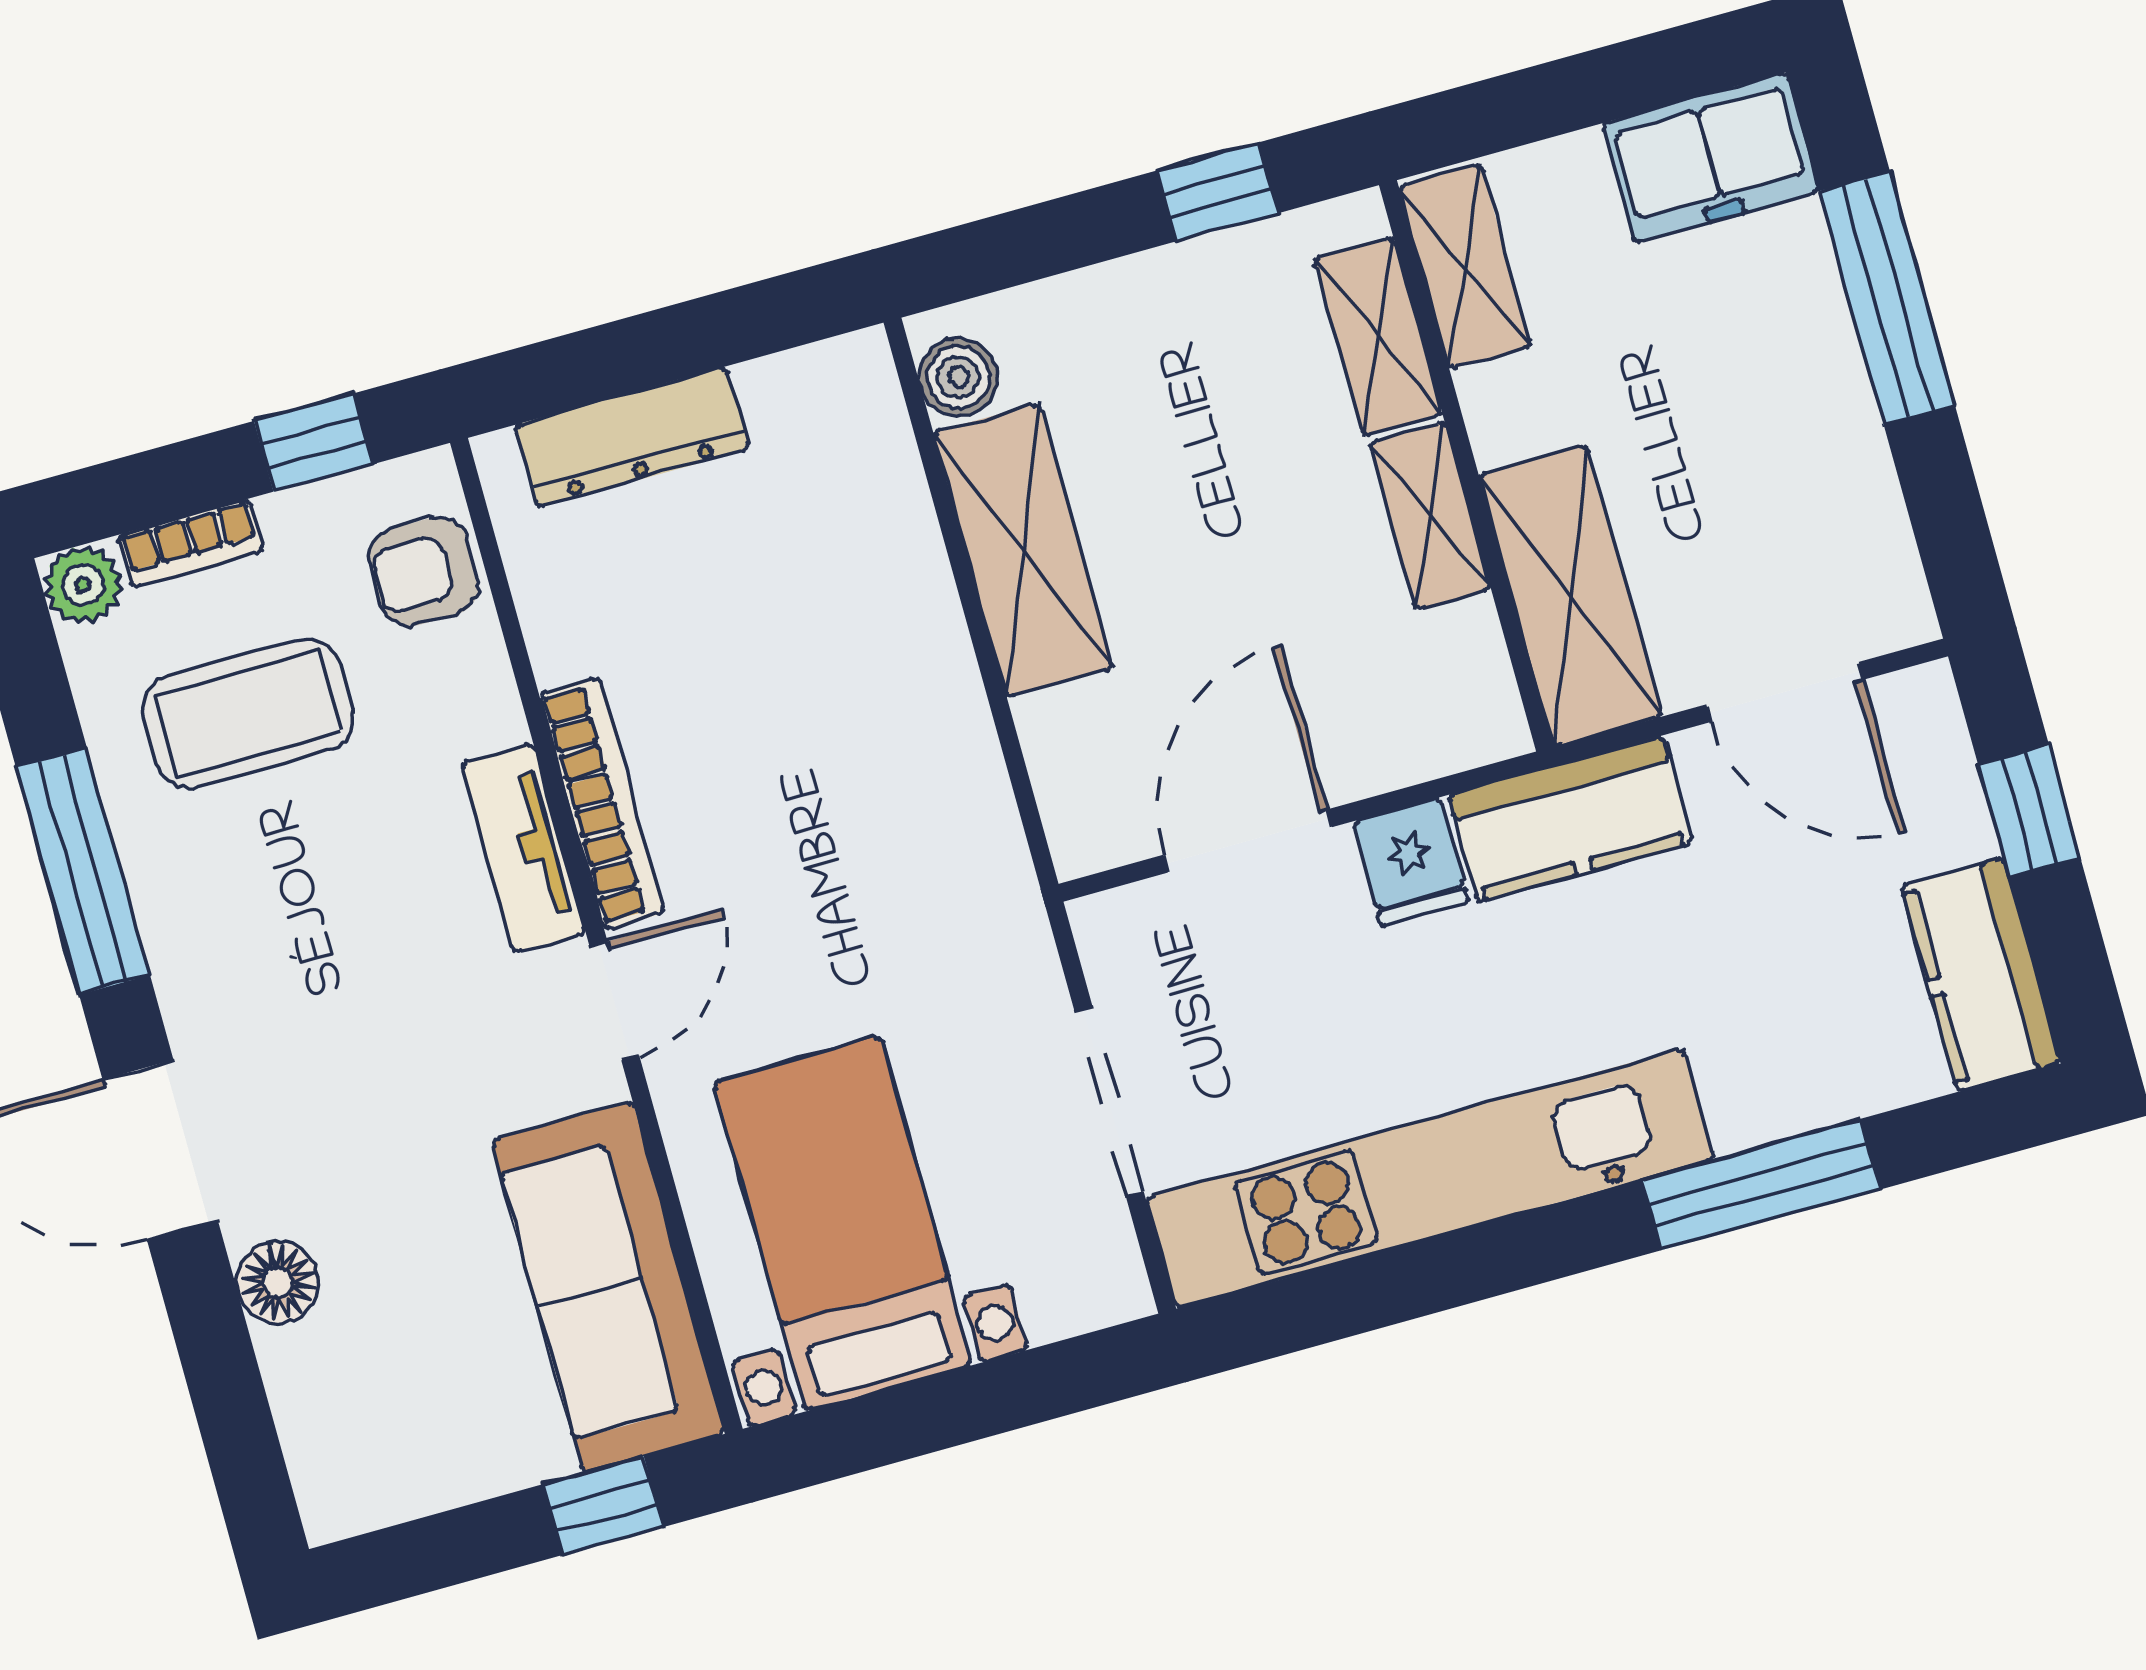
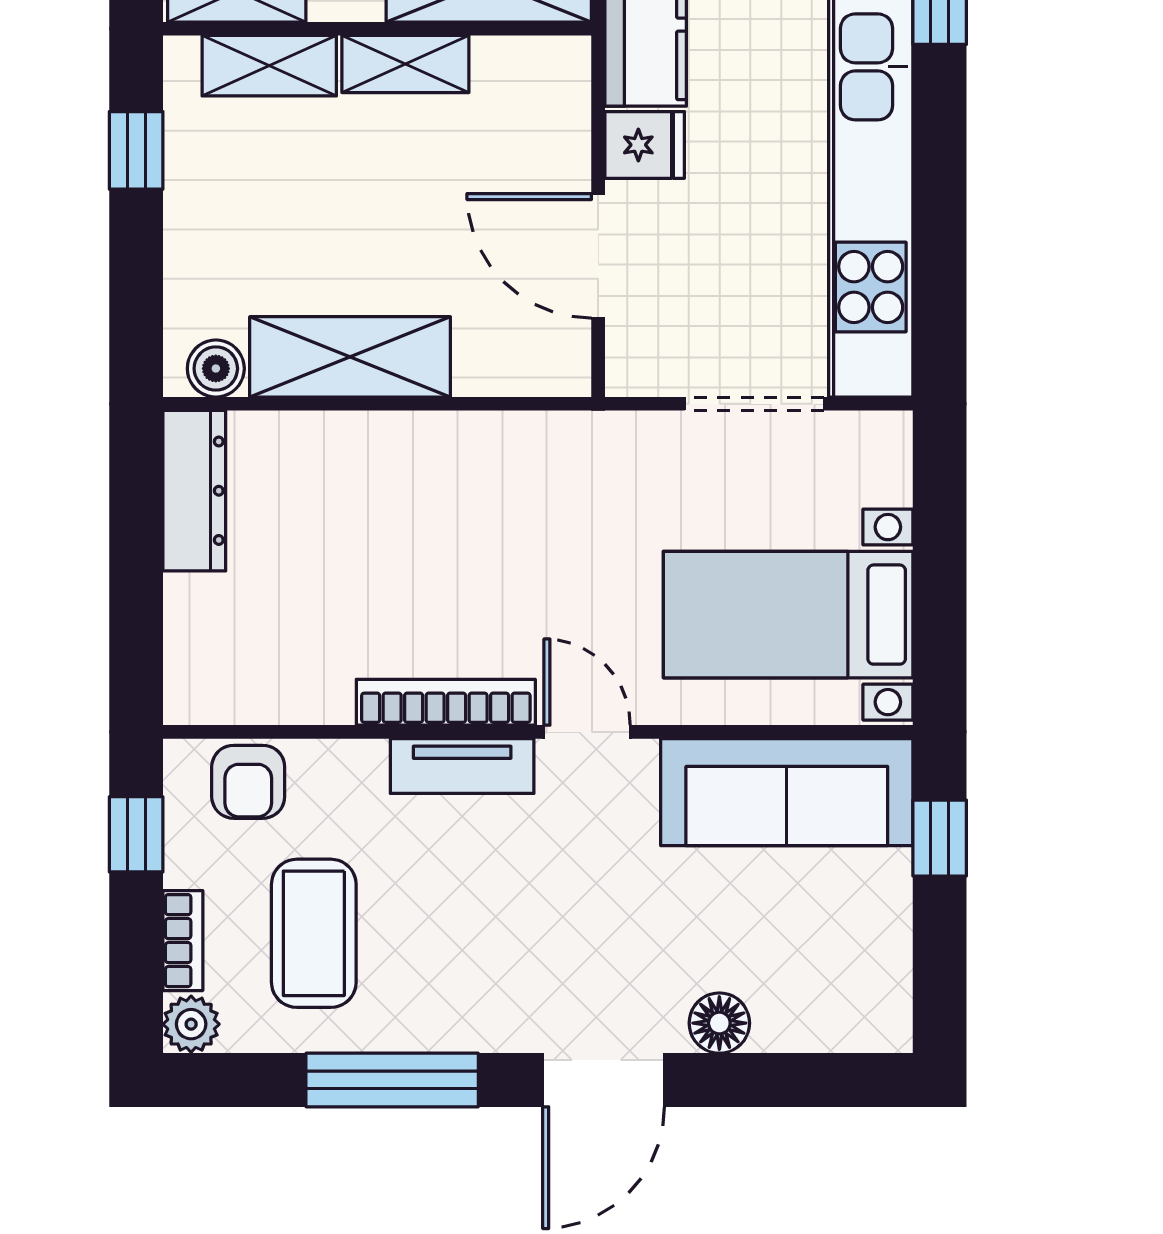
dresser: (632, 437) -> (194, 491), moved

